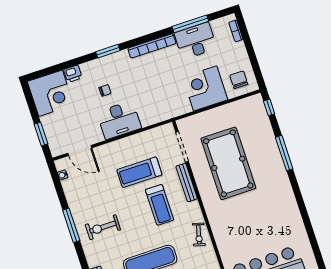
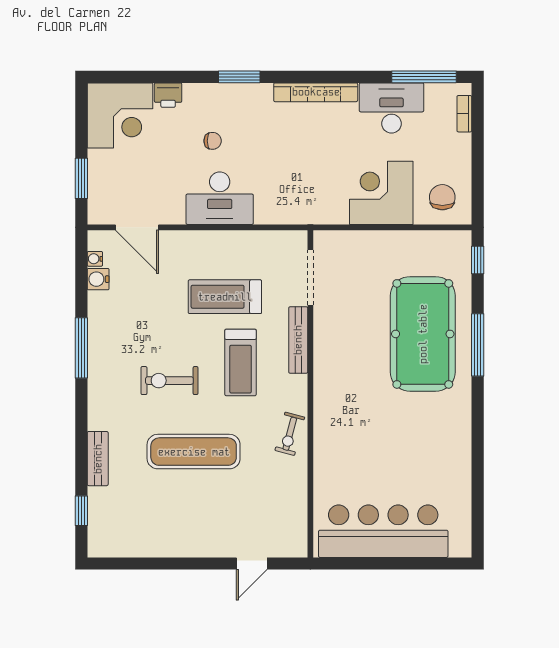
window: (190, 24) -> (424, 77), moved
pool table: (228, 163) -> (423, 334), moved
water cooler: (68, 185) -> (98, 279), added
exercise bike: (103, 227) -> (169, 381), moved

